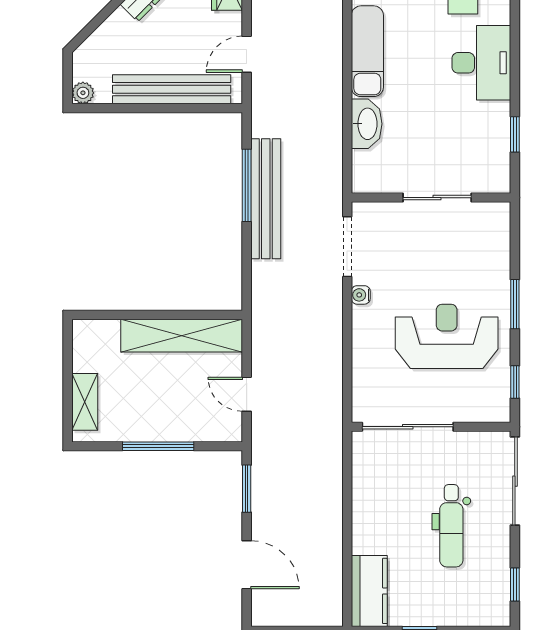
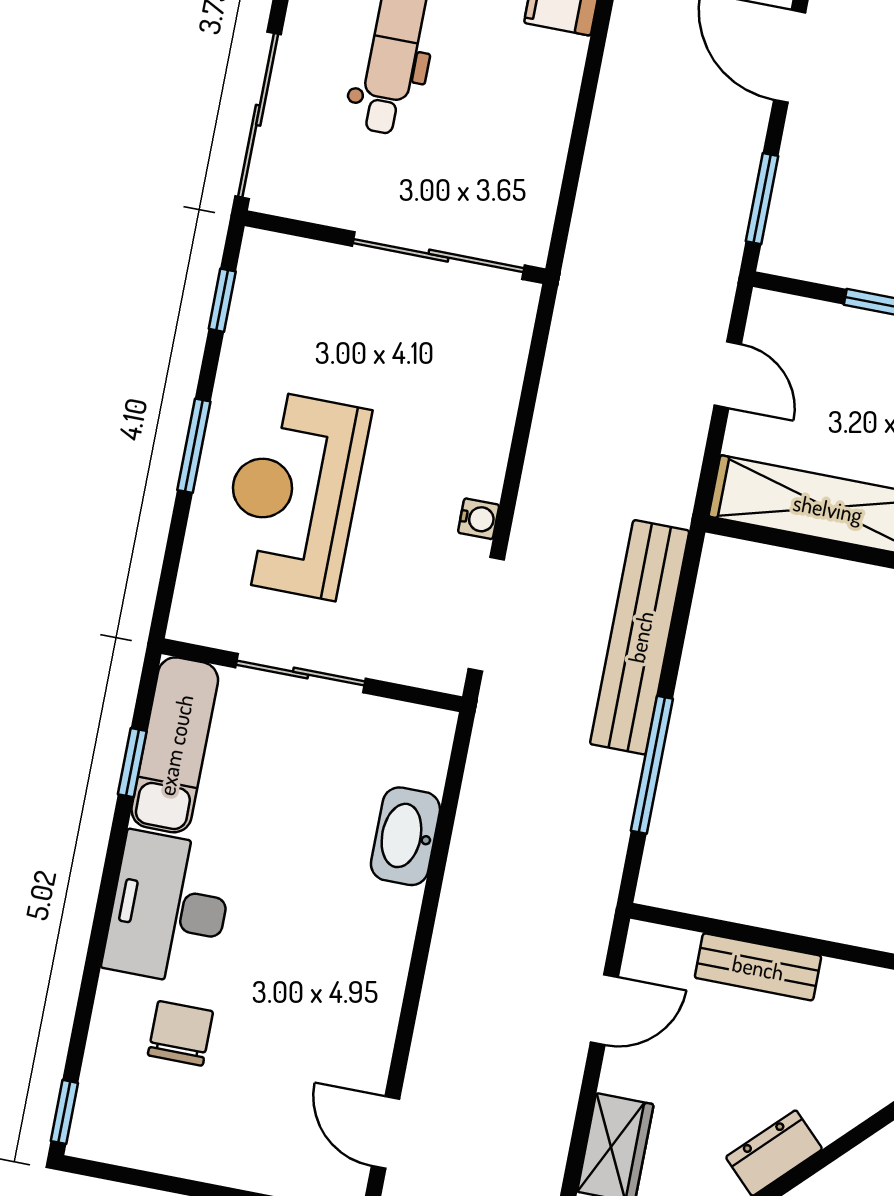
exam couch: (367, 51) -> (175, 745), moved, turned 180
bench: (172, 89) -> (758, 967), width x0.54, depth x0.82
bench: (266, 199) -> (640, 637), moved
reception desk: (447, 336) -> (294, 494), moved, turned 90

